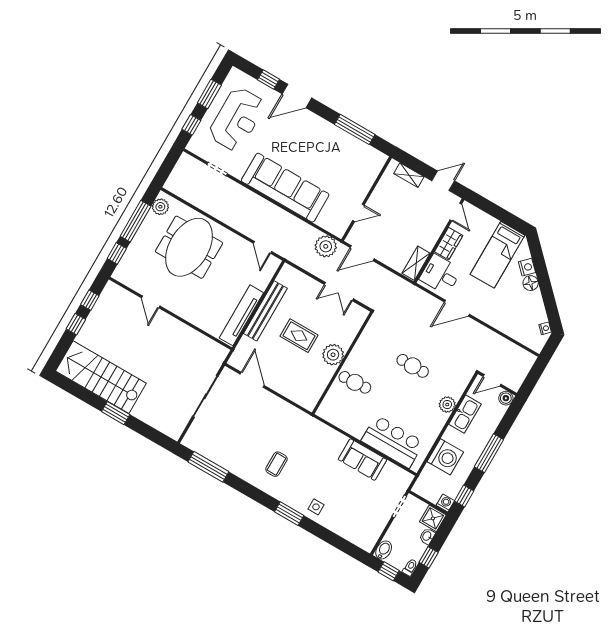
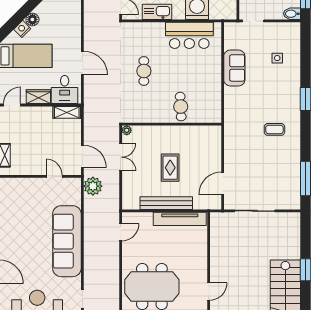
plant: (333, 355) -> (127, 130), moved, width x0.53, depth x0.53
plant: (447, 405) -> (158, 29), removed
bar counter: (393, 442) -> (189, 35), moved, turned -90
side table: (316, 507) -> (277, 58), moved

